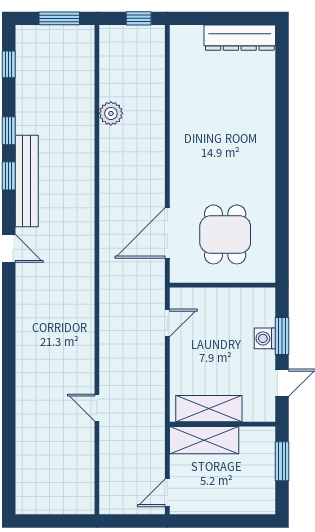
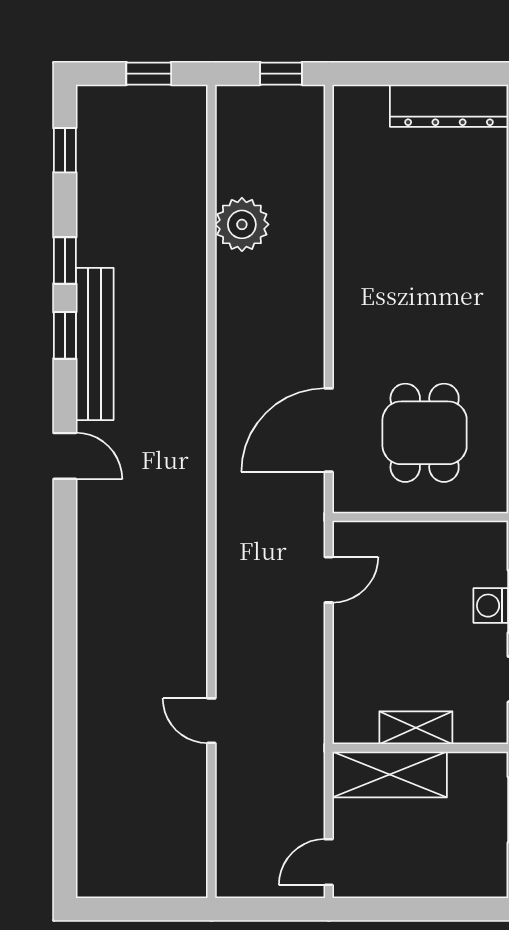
window: (59, 18) -> (149, 74), width x0.67
plant: (111, 113) -> (242, 224), width x1.36, depth x1.36
shelving: (209, 409) -> (416, 728), width x0.67, depth x0.75

